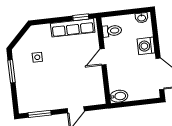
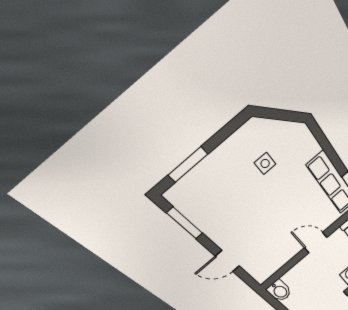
window: (12, 71) -> (188, 165), moved

